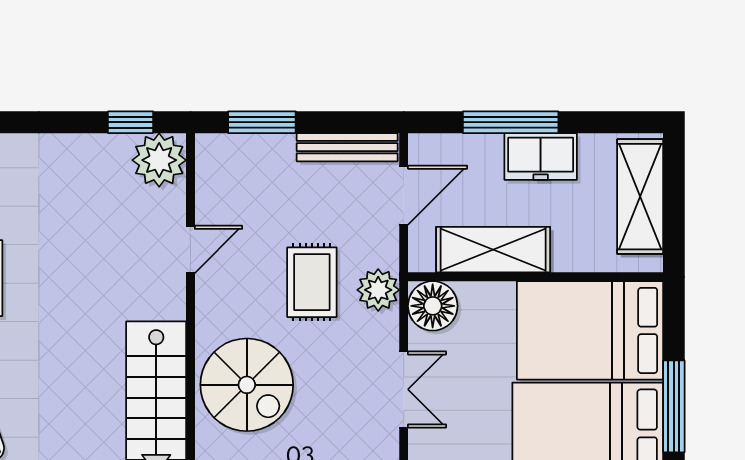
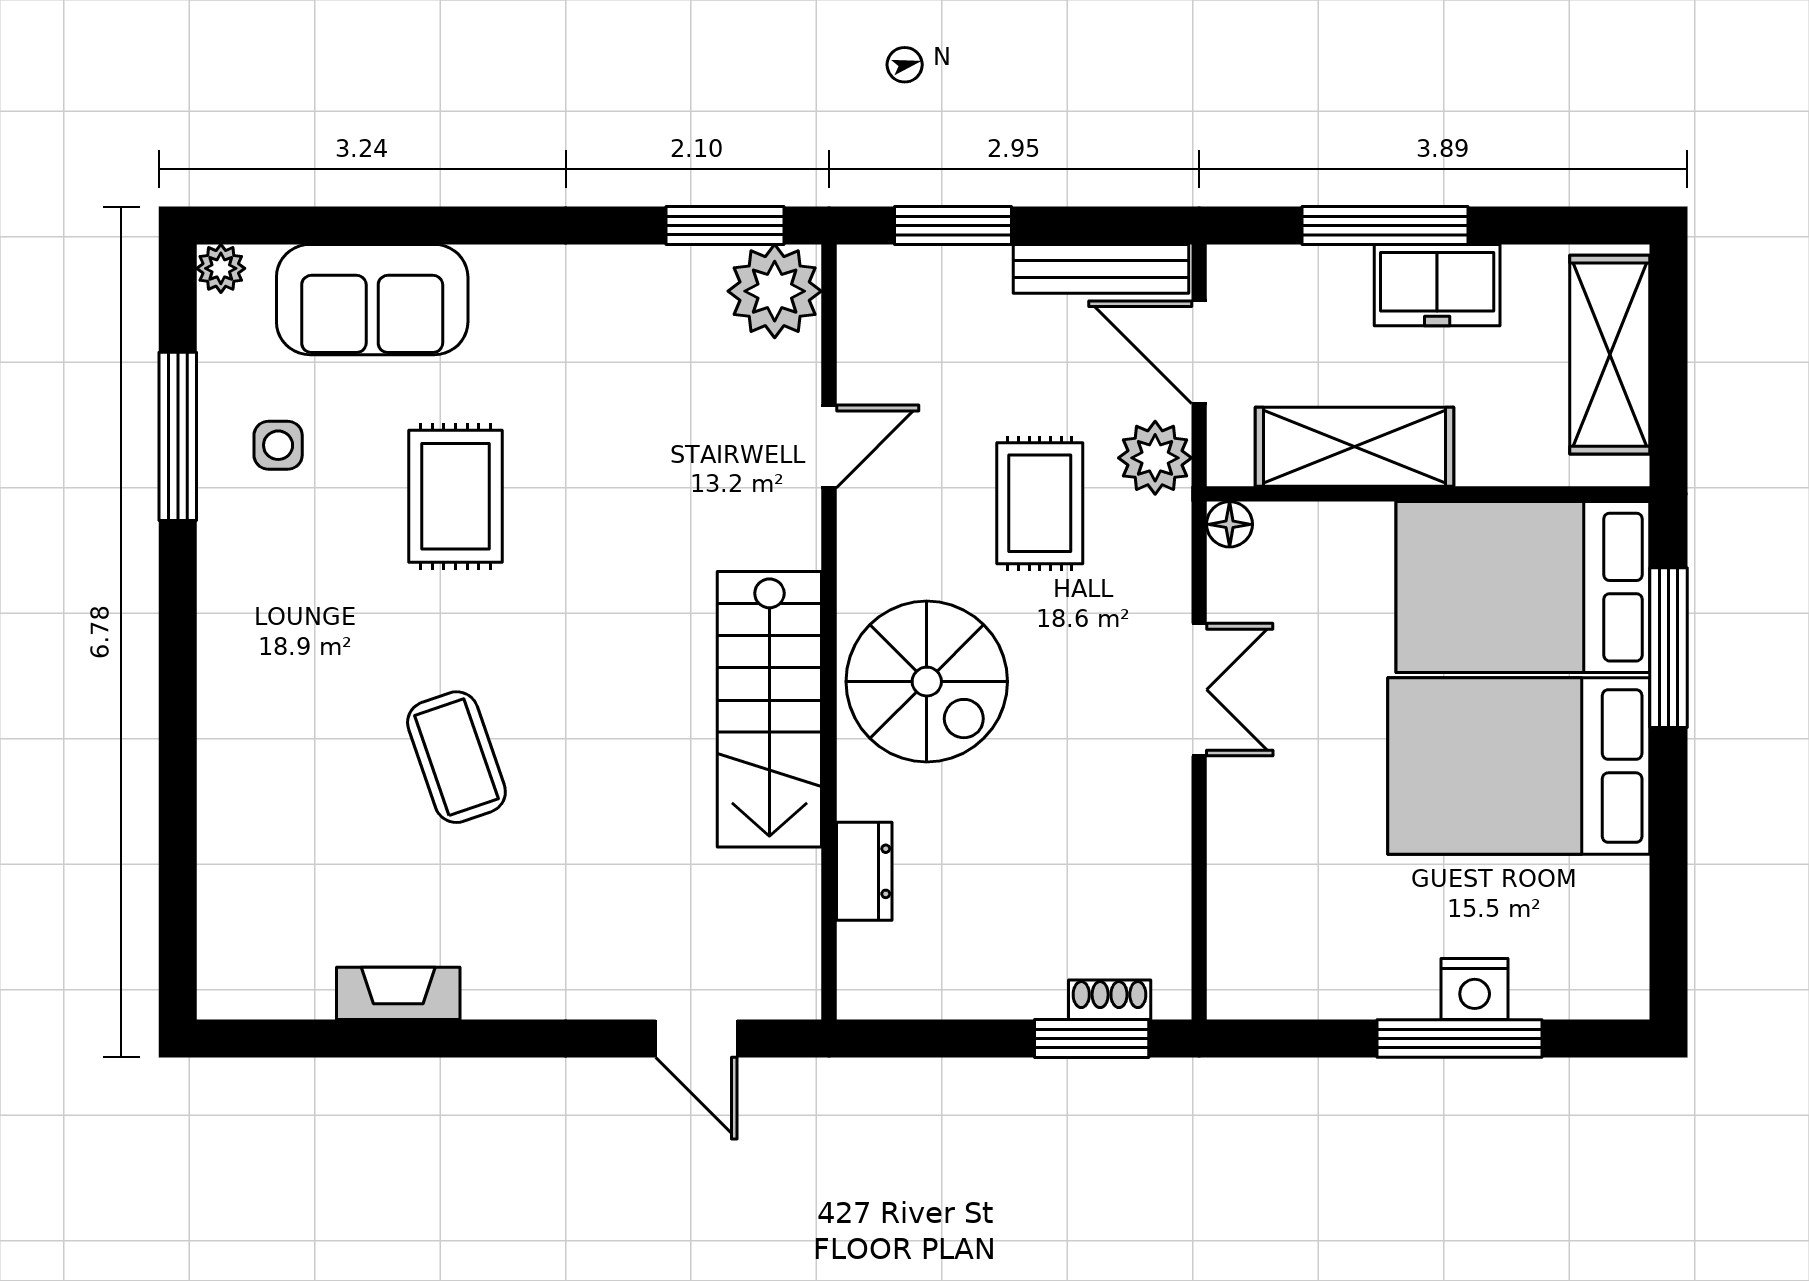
window: (131, 122) -> (725, 225), width x1.50
door: (404, 195) -> (1199, 352), swing flipped
plant: (378, 290) -> (1155, 458), moved
floor lamp: (433, 306) -> (1230, 524), width x0.53, depth x0.53
window: (674, 406) -> (1668, 648), moved

